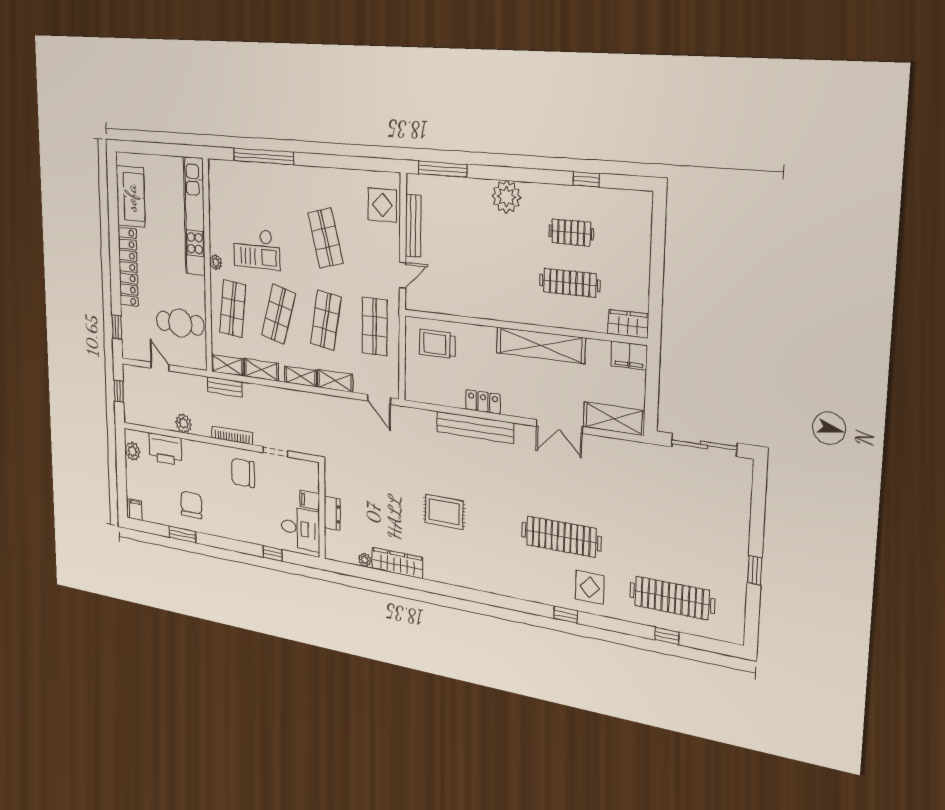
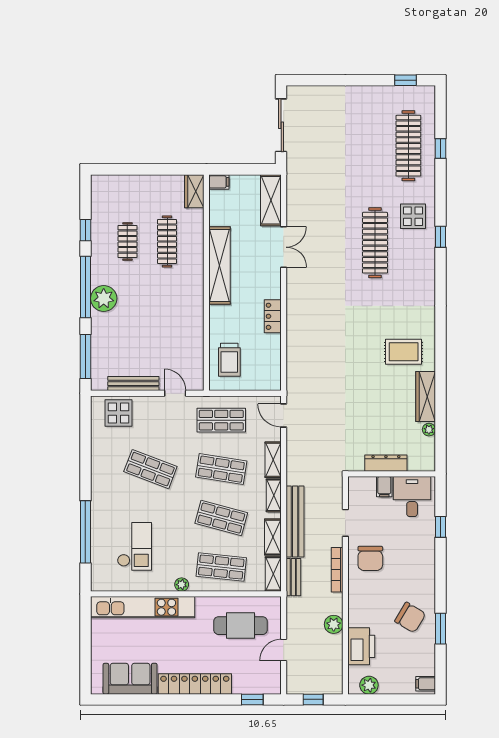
window: (520, 175) -> (85, 287), added
shop shelf: (325, 238) -> (150, 469), turned 36
checkout: (257, 249) -> (134, 546), moved
cafe table: (180, 323) -> (241, 626), turned 90
filing cabinet: (629, 355) -> (219, 182), width x0.50
door: (379, 399) -> (284, 415), swing flipped
bench: (475, 427) -> (295, 521), moved
chair: (191, 505) -> (410, 617), turned -149
rug: (444, 512) -> (404, 352), moved, turned 90
dresser: (332, 513) -> (386, 463), width x1.44
window: (755, 570) -> (406, 80), moved

